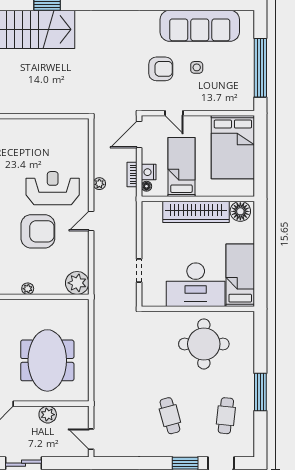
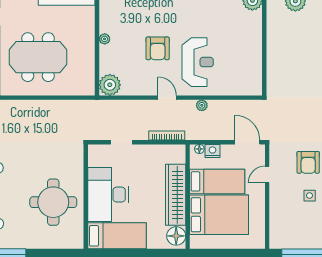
bed: (233, 147) -> (219, 215), moved, turned 180
bookcase: (132, 175) -> (167, 136), moved, width x1.56
armchair: (38, 231) -> (158, 48), width x0.73, depth x0.73

